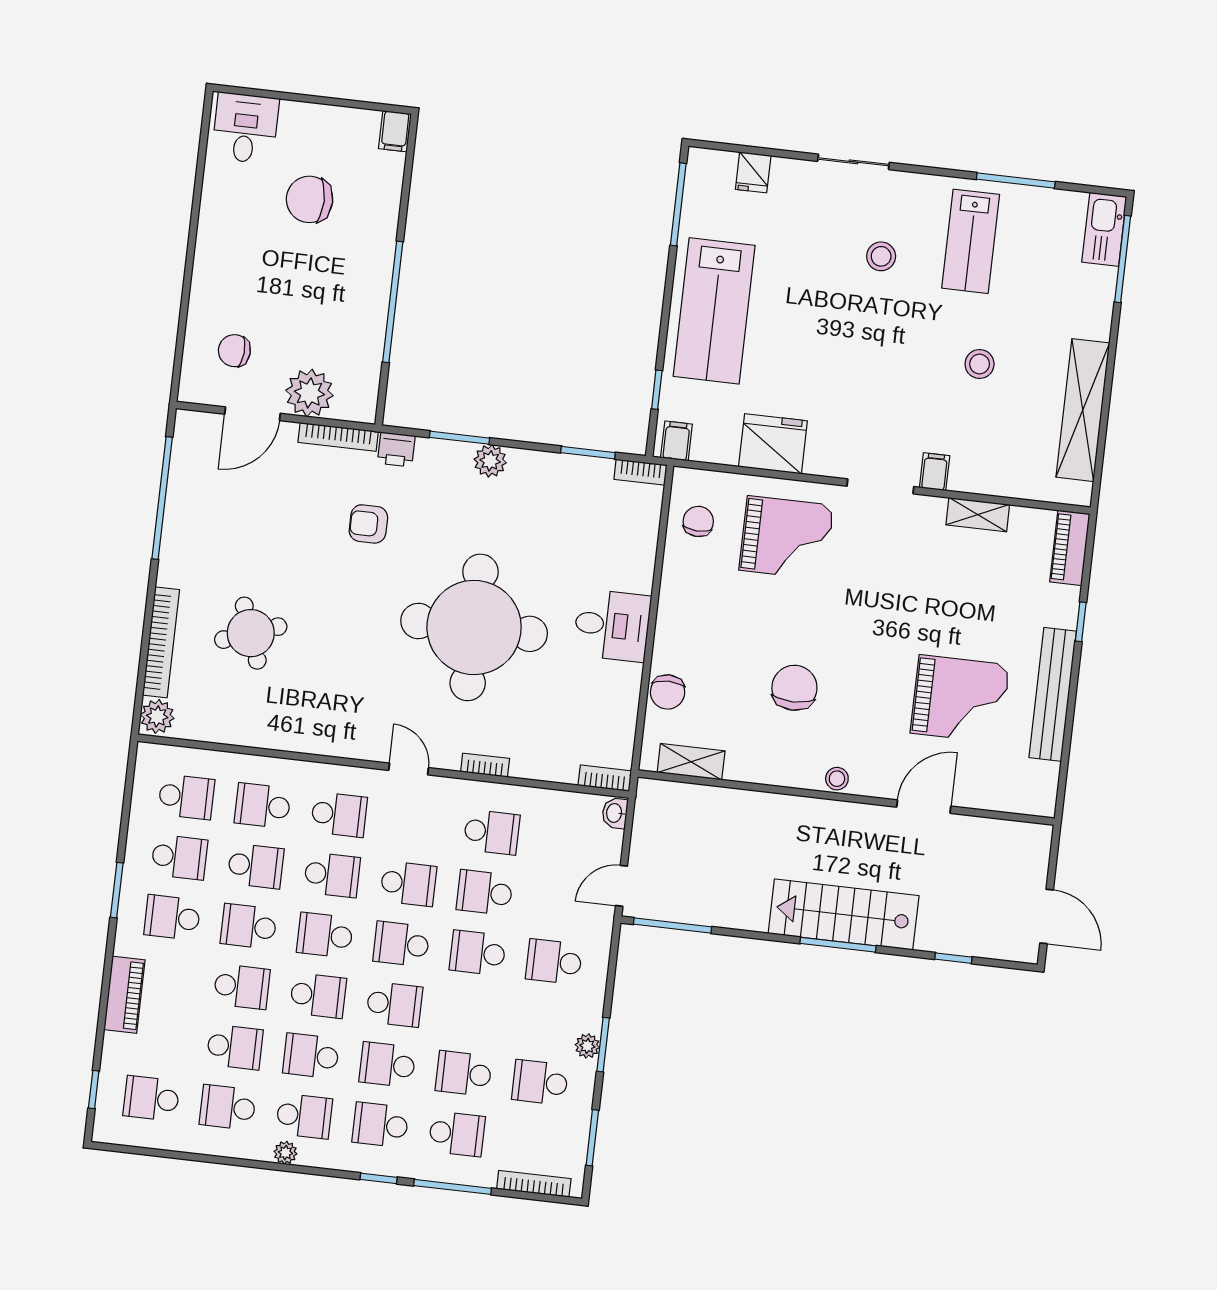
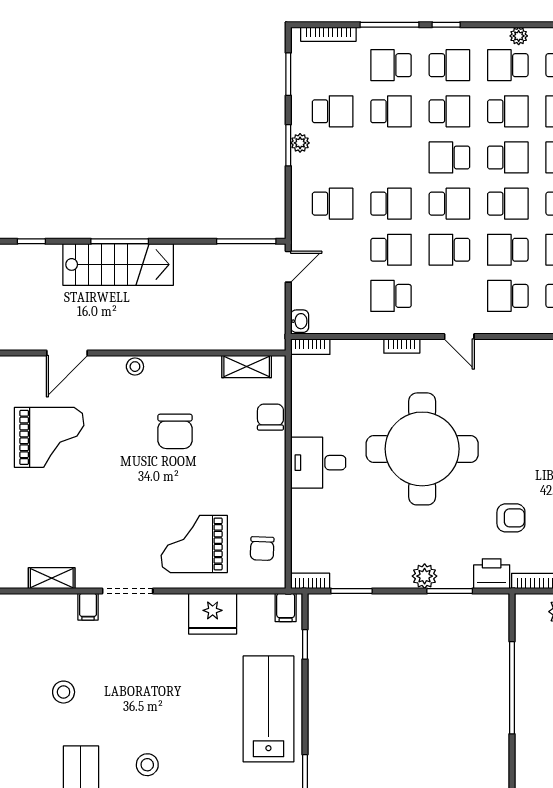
printer: (396, 449) -> (492, 574), width x1.36, depth x1.24
grand piano: (960, 699) -> (49, 437), turned 180
school desk: (318, 995) -> (508, 157), turned 180

